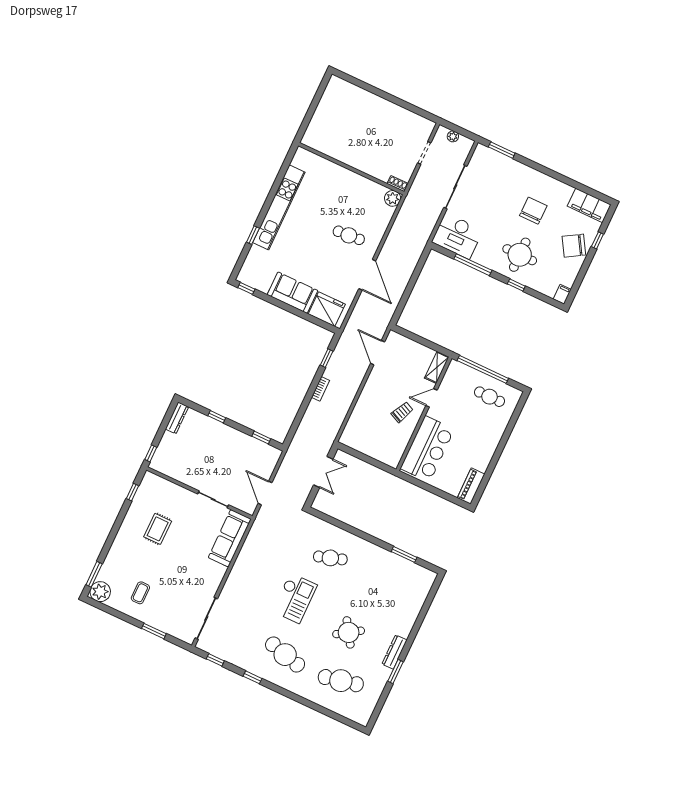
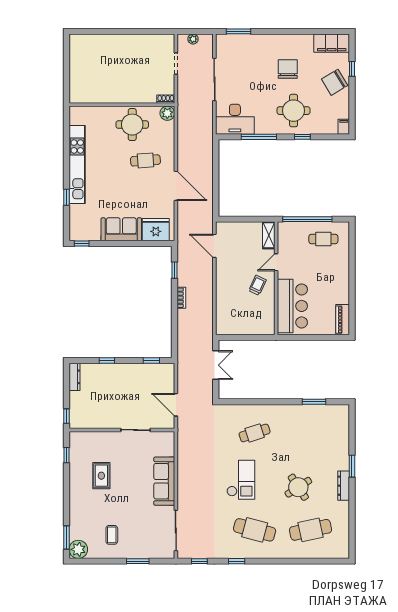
round table: (352, 193) -> (132, 125), added
sofa: (230, 538) -> (164, 481), moved
window: (395, 672) -> (352, 466), moved

